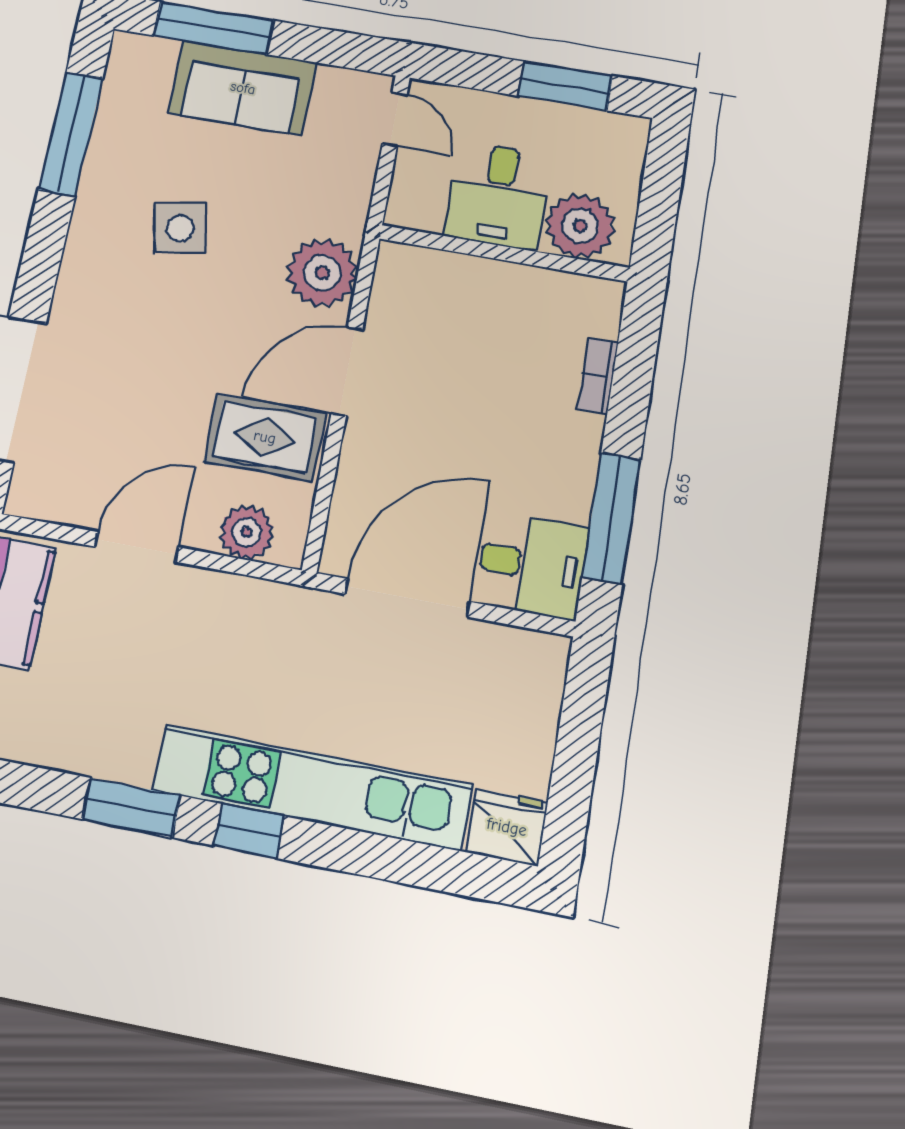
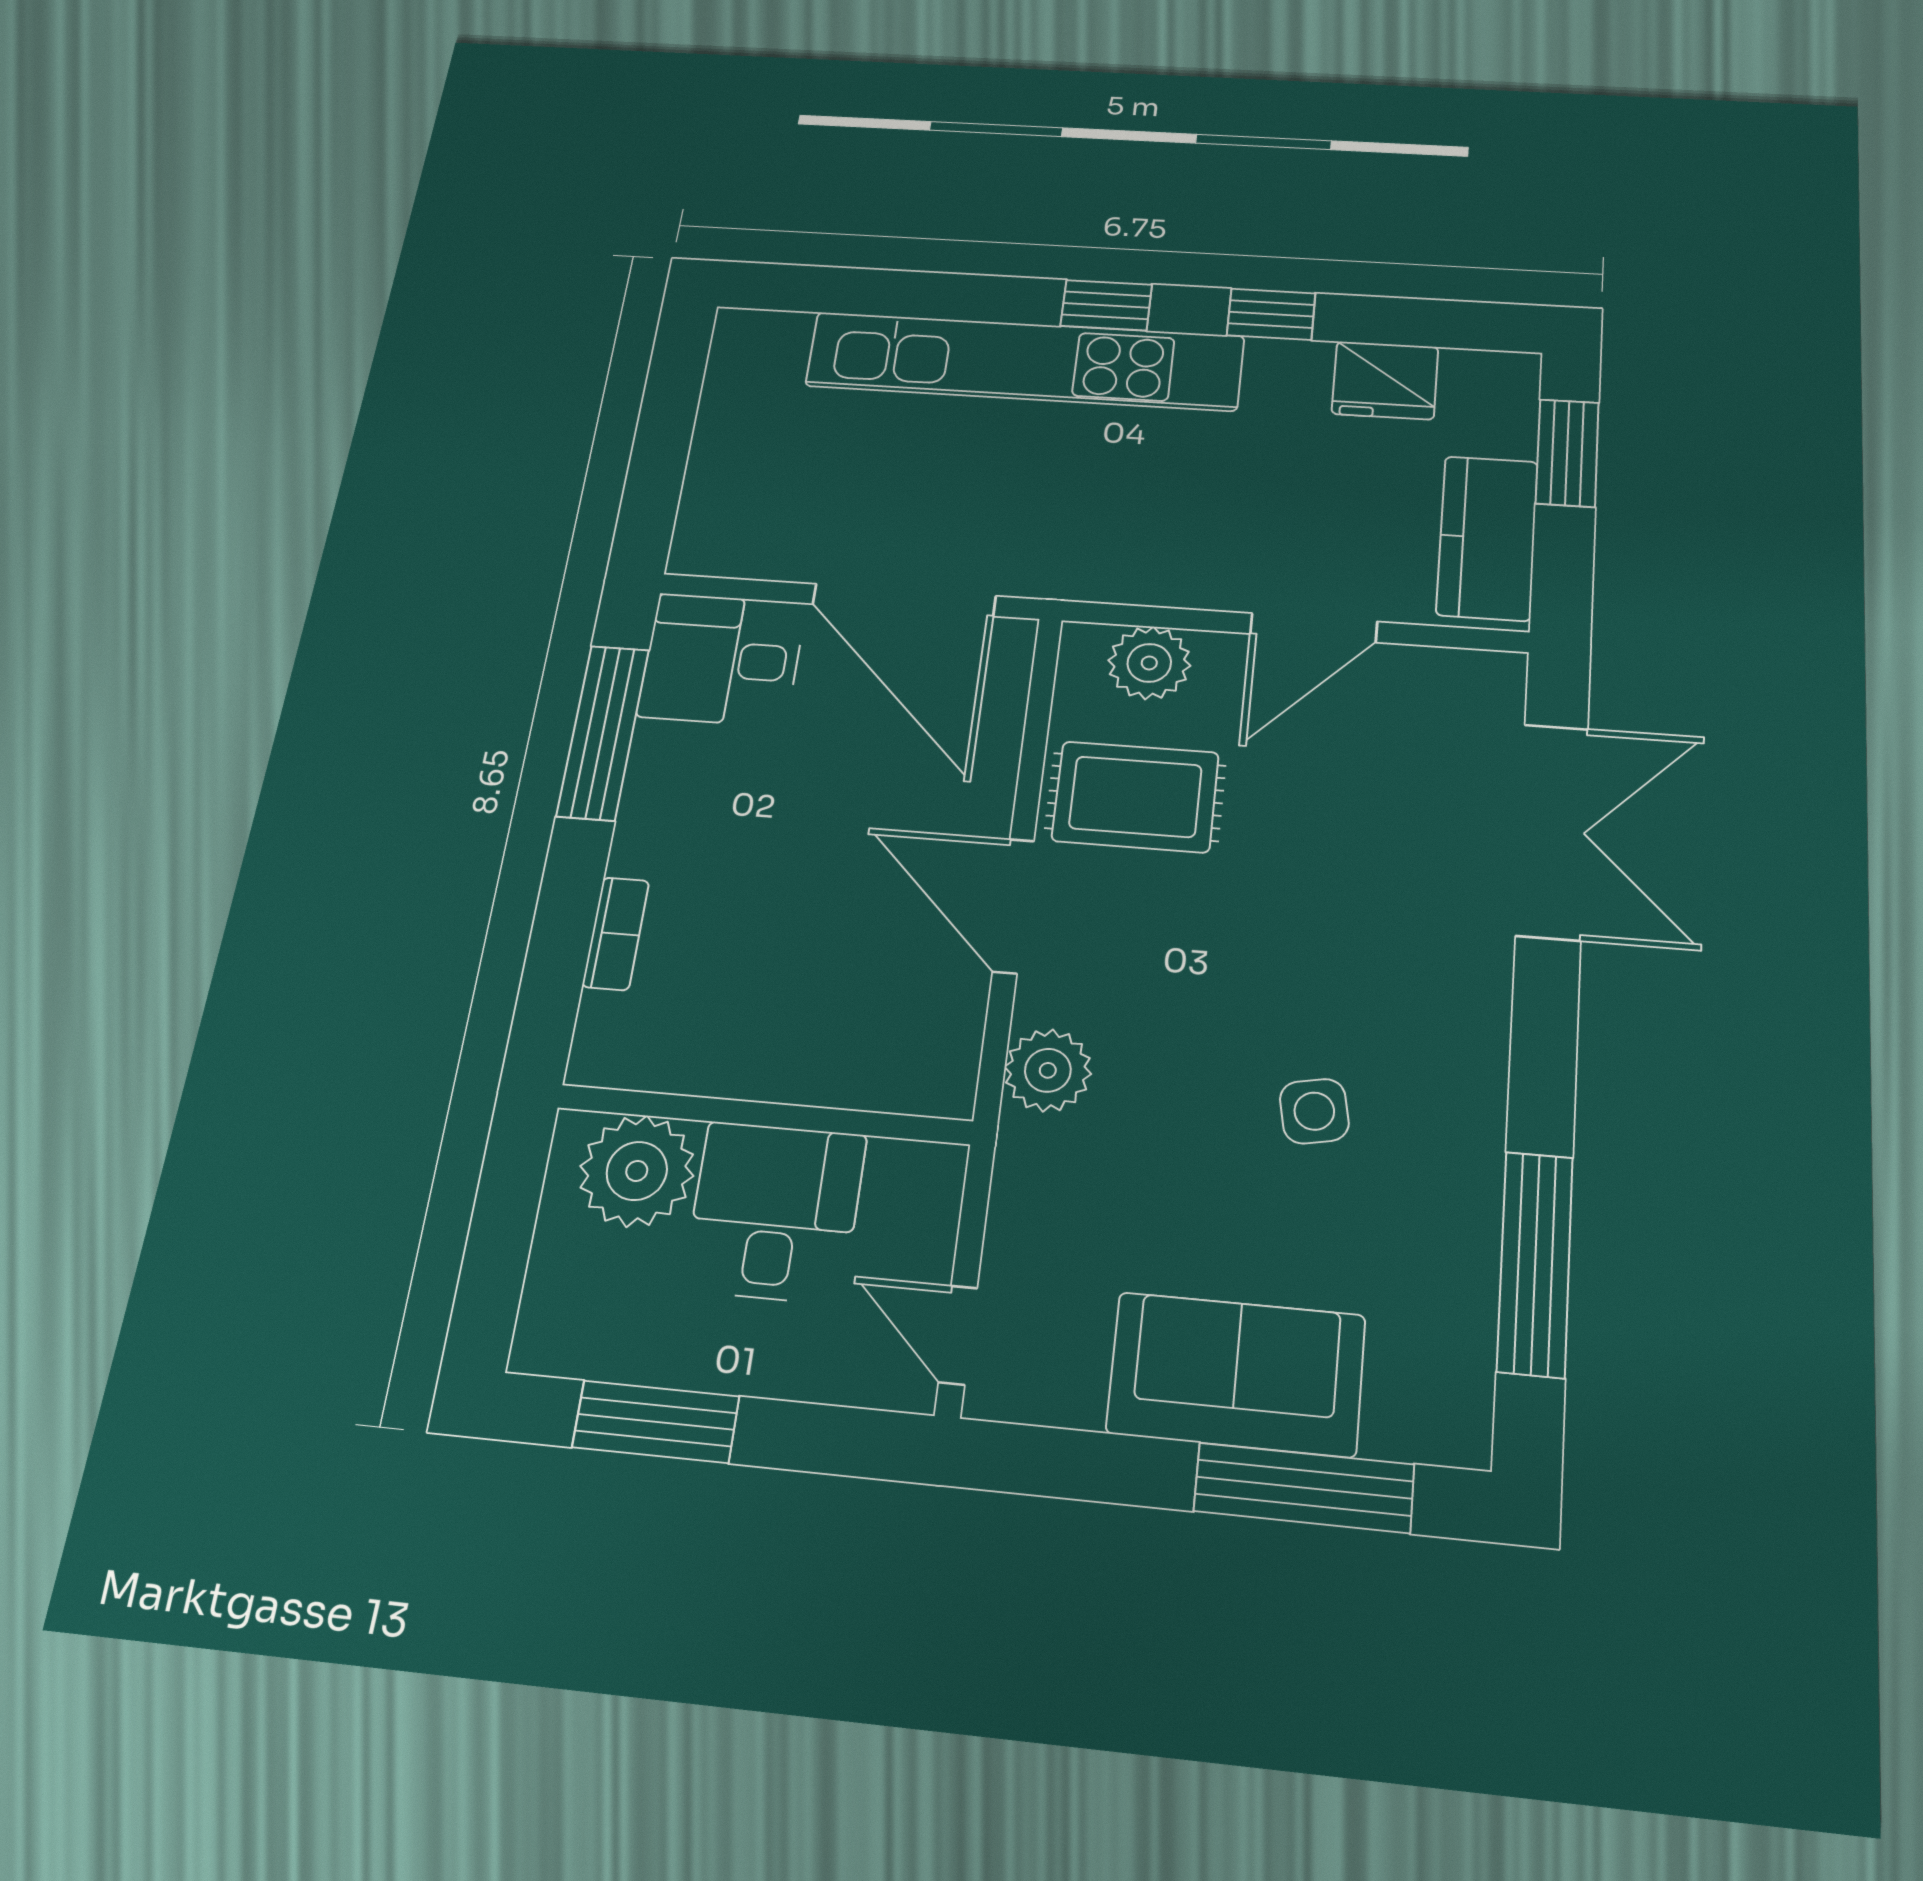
side table: (180, 228) -> (1314, 1111), width x0.73, depth x0.73
plant: (322, 273) -> (1048, 1070), width x0.73, depth x0.73
door: (347, 371) -> (1013, 906), swing flipped
door: (407, 598) -> (904, 600), hinge flipped
window: (131, 807) -> (1271, 314), width x0.67
fridge: (507, 827) -> (1385, 380), moved

